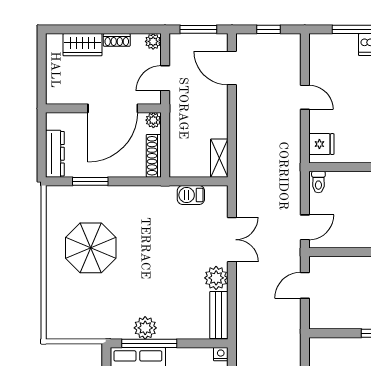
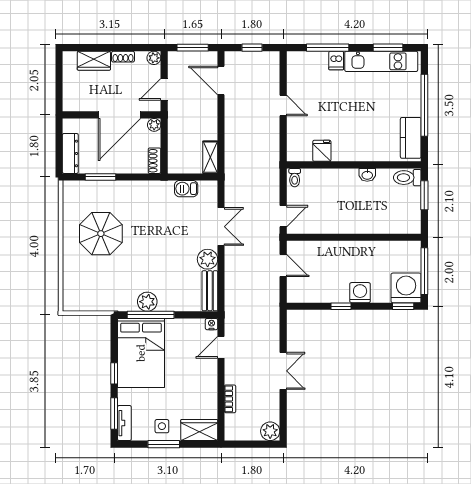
fridge: (321, 144) -> (322, 151), moved, turned -90
shoe rack: (154, 156) -> (154, 161), width x0.70
door: (305, 285) -> (283, 266), swing flipped

